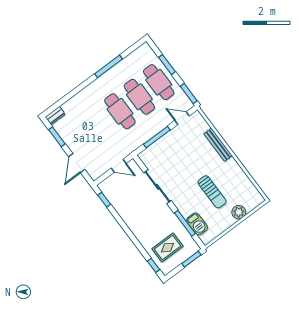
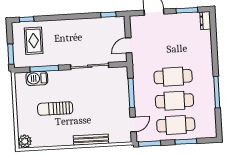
plant: (239, 212) -> (25, 141), moved

